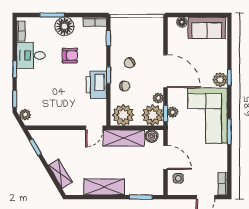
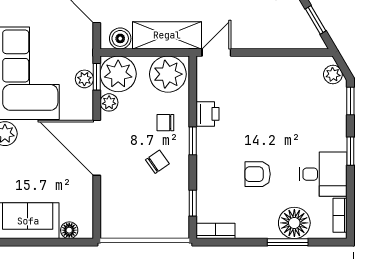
floor lamp: (65, 26) -> (294, 223), moved
printer: (96, 85) -> (208, 114), width x0.53, depth x0.68

